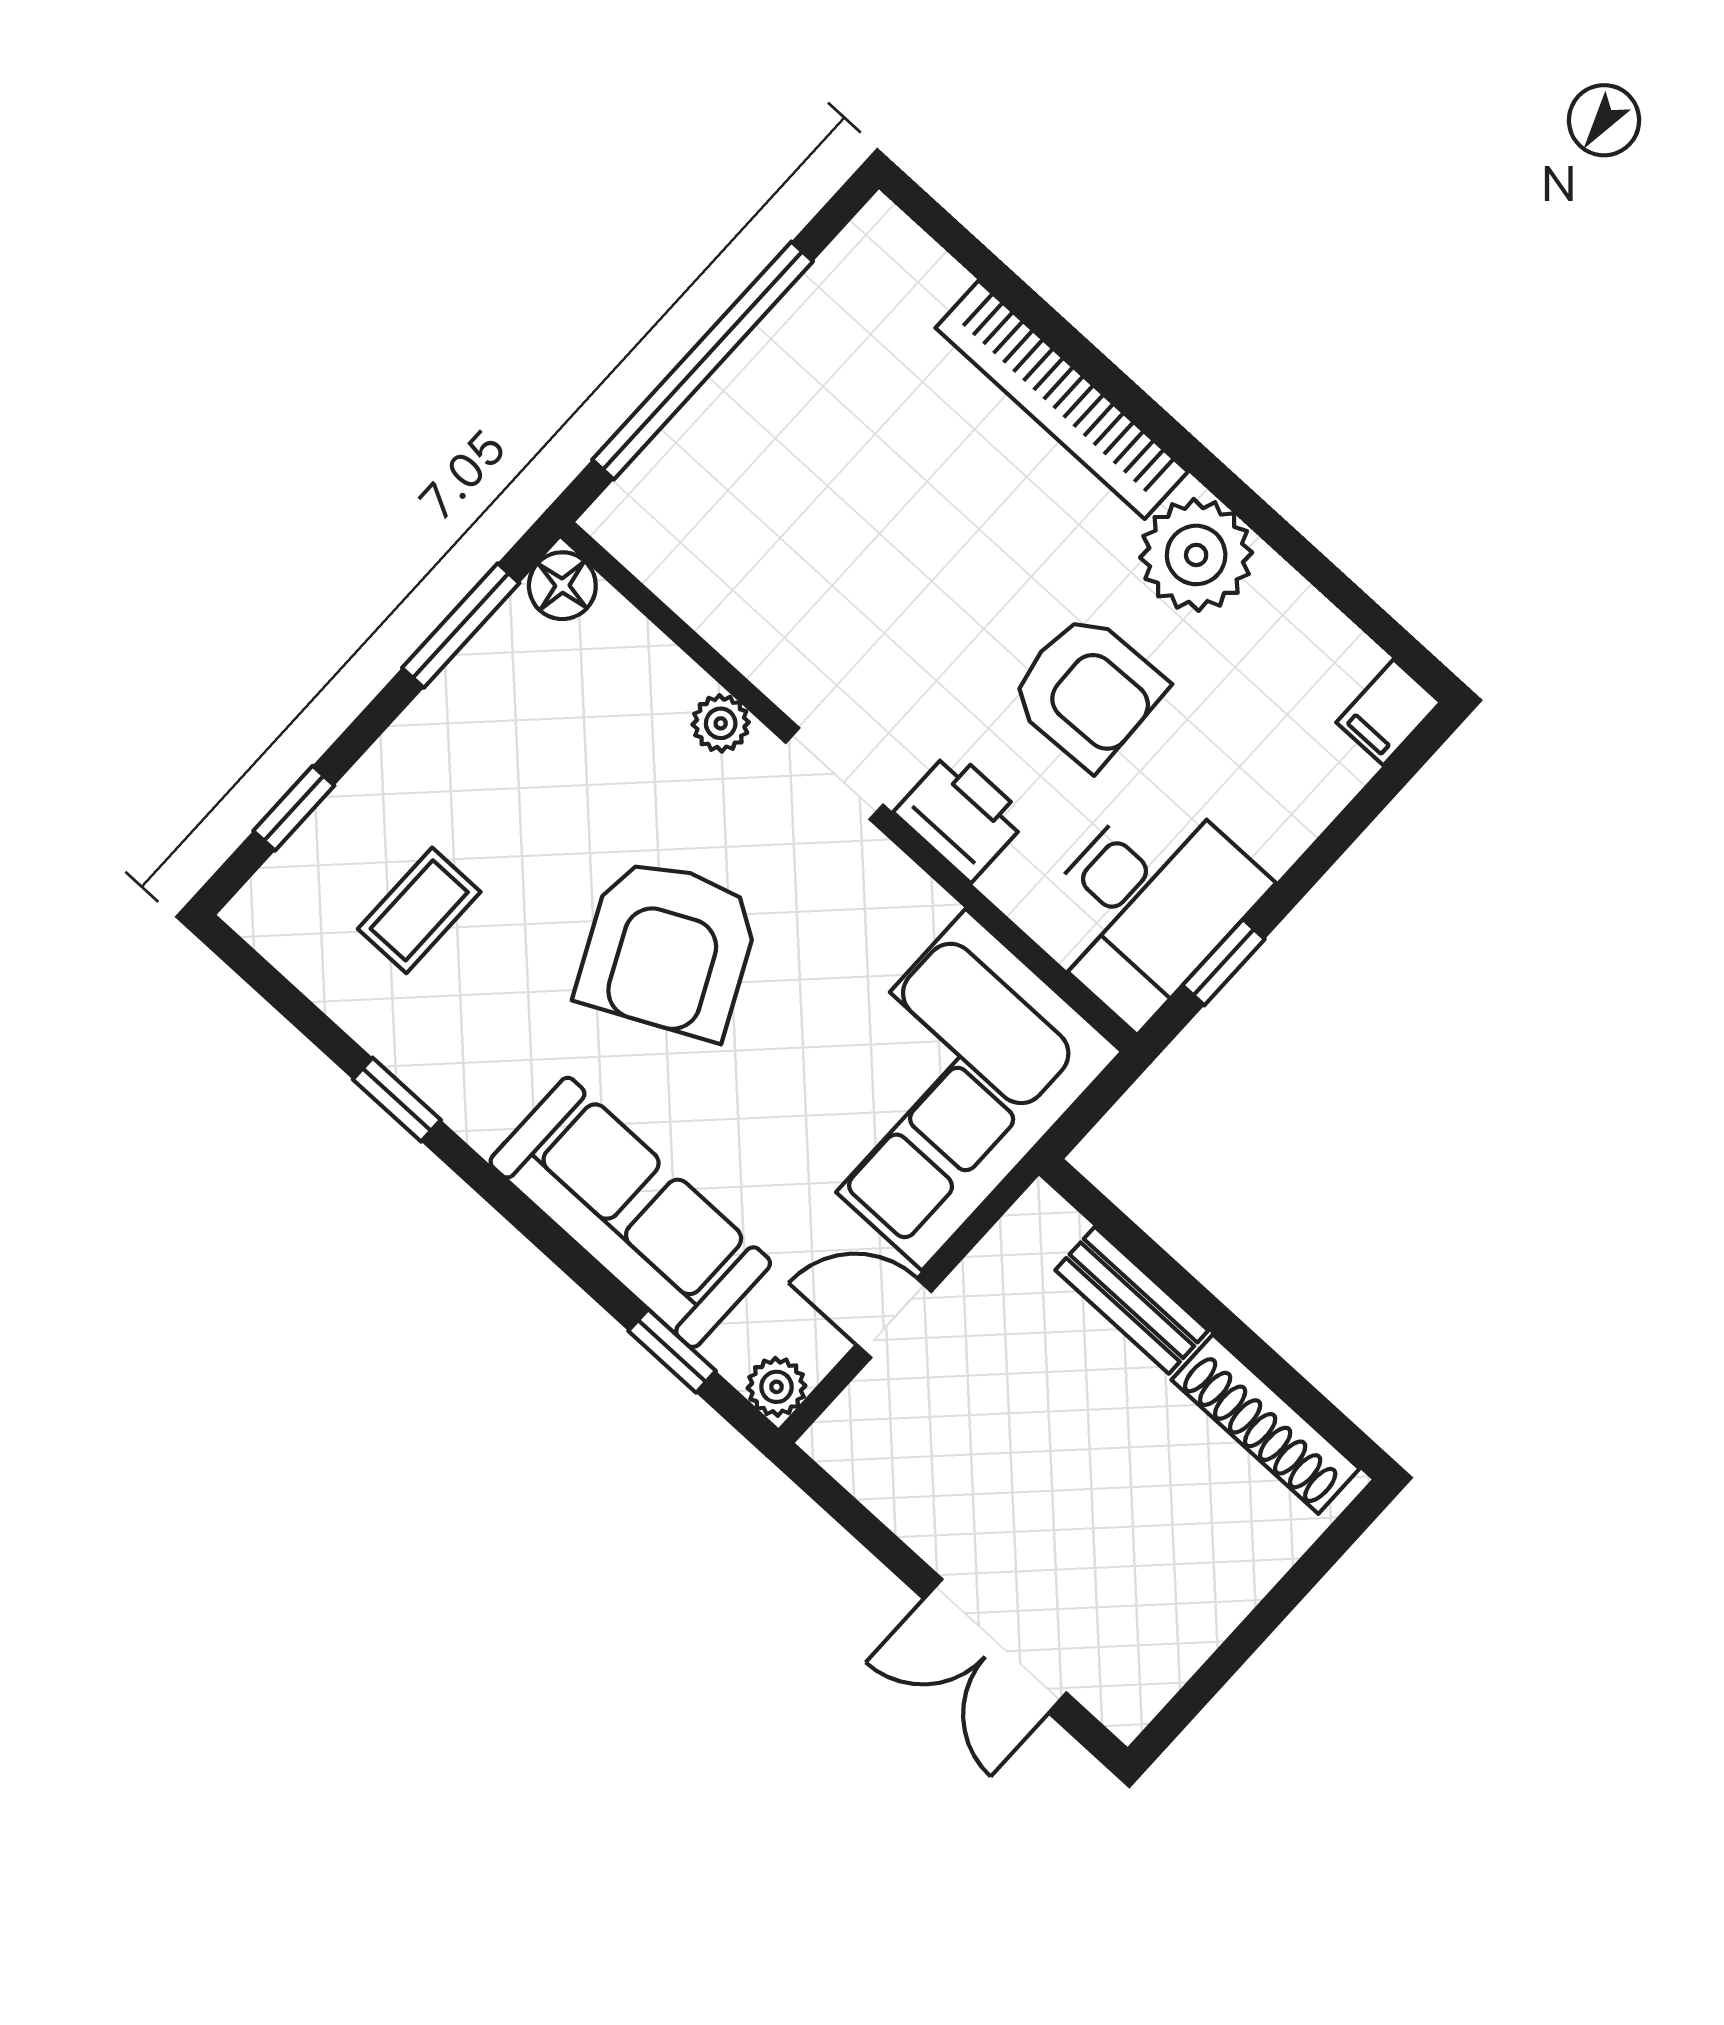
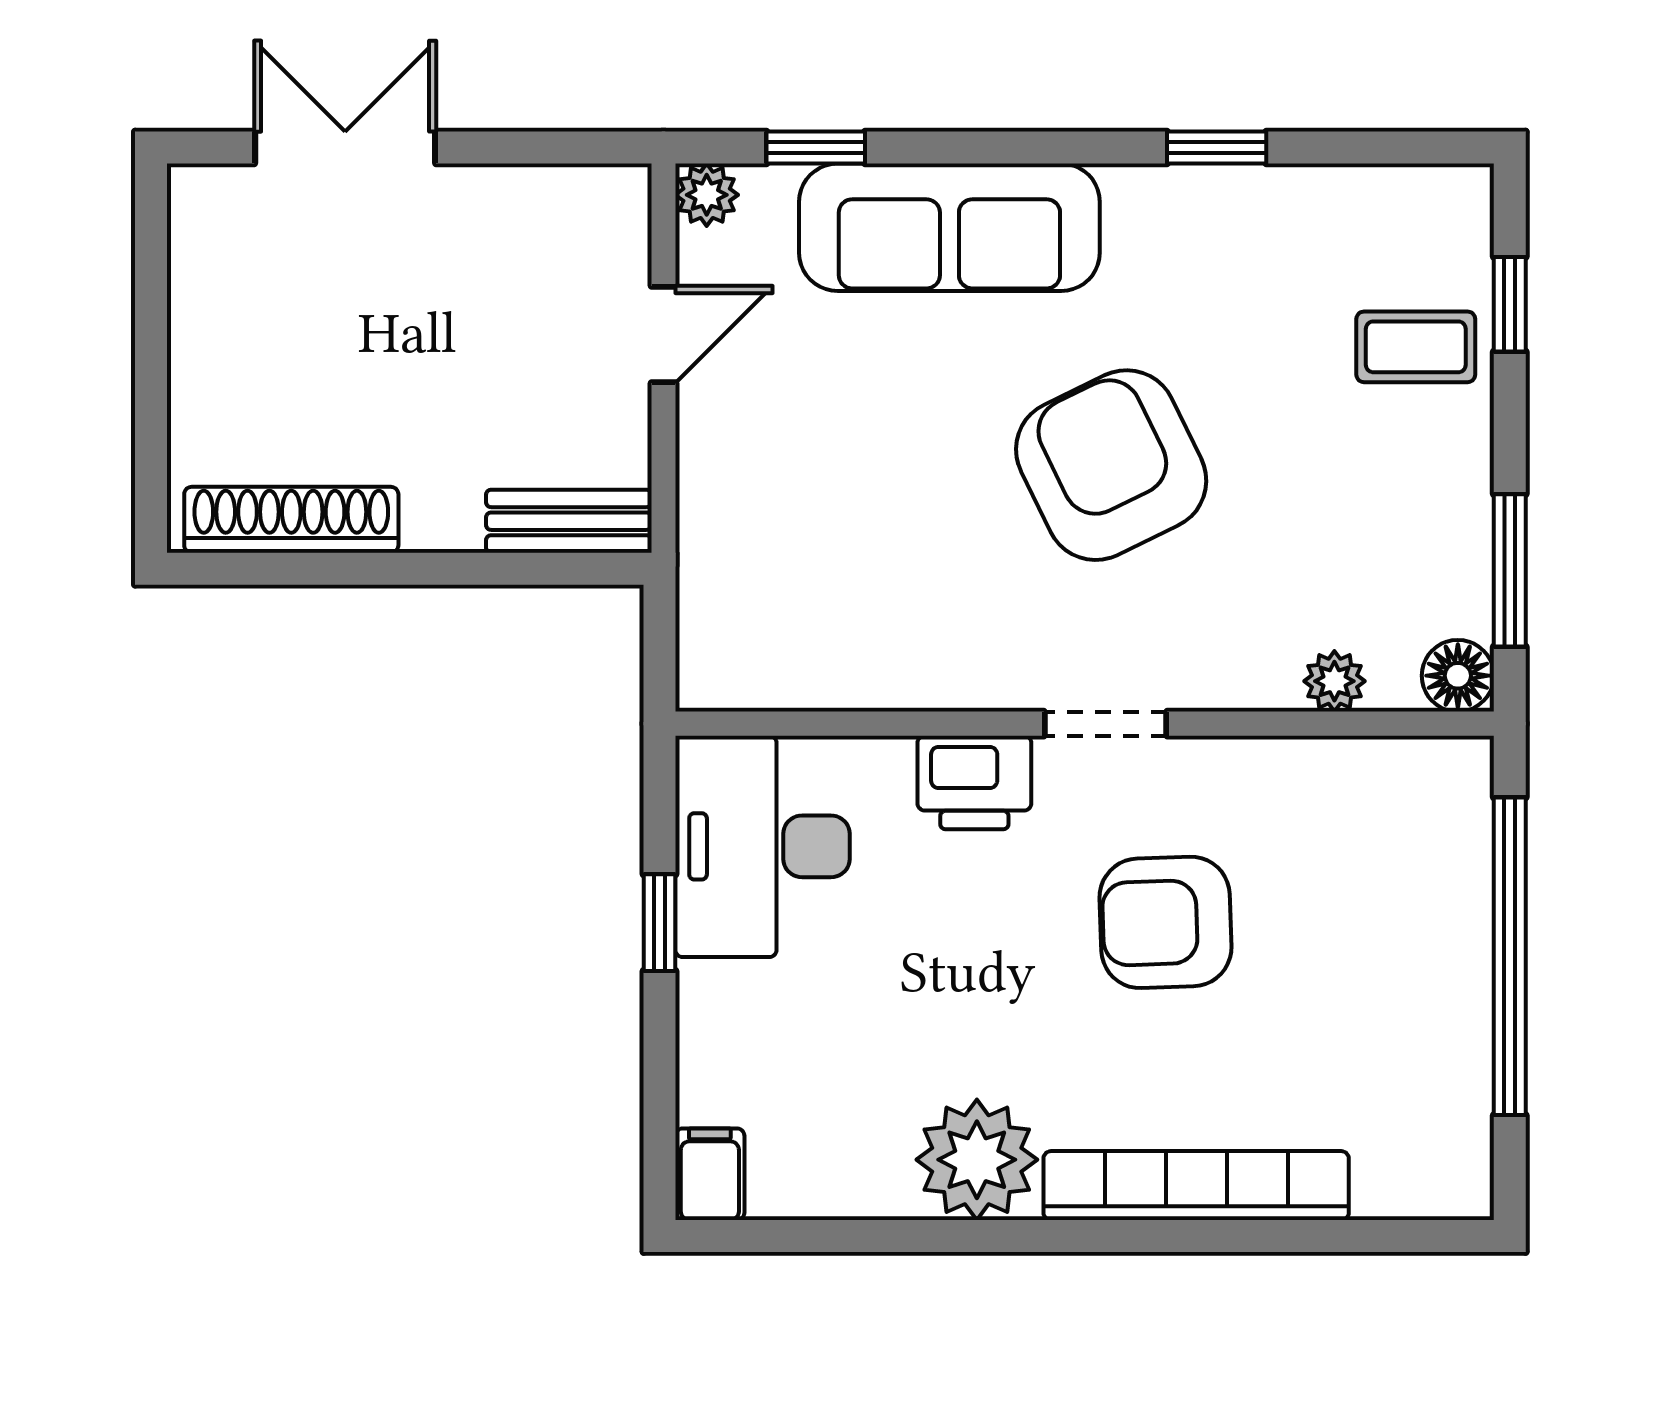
armchair: (1087, 691) -> (1165, 922), moved
plant: (721, 723) -> (1334, 681), moved
coffee table: (419, 910) -> (1416, 347), moved, turned 90
window: (1224, 962) -> (660, 923), moved
corner sofa: (944, 1090) -> (789, 552), removed
bench: (1132, 1300) -> (569, 521), moved

